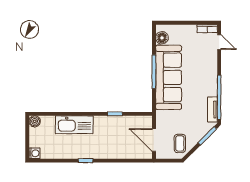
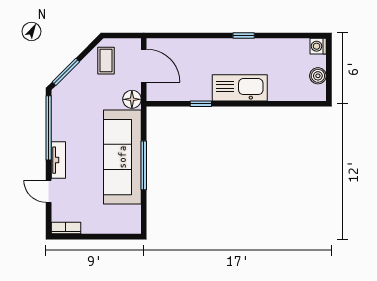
floor lamp: (162, 38) -> (132, 99), moved
door: (219, 42) -> (49, 191), moved
tv unit: (212, 110) -> (58, 160), moved
boiler: (35, 121) -> (318, 76), moved
kitchen sink: (74, 125) -> (240, 88), moved

